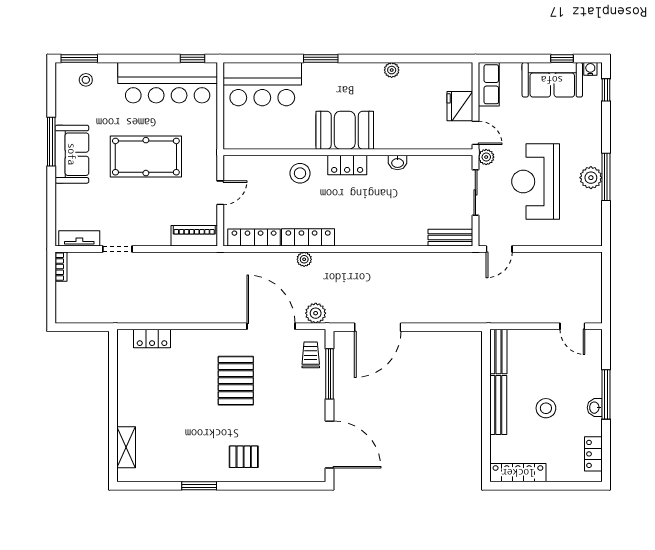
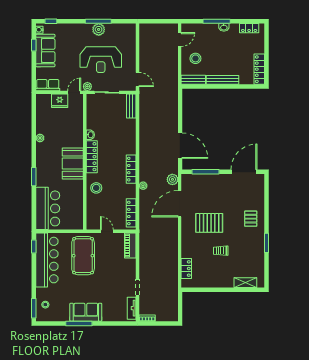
pool table: (146, 157) -> (83, 256), moved
locker: (347, 165) -> (92, 157), width x1.53
locker: (308, 237) -> (131, 169), moved
trolley: (311, 355) -> (221, 251), moved
stool: (546, 408) -> (195, 58), moved

